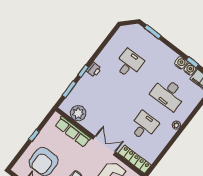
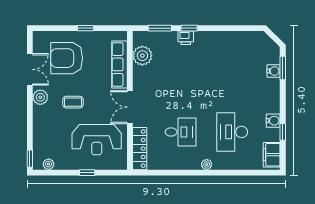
desk: (129, 64) -> (232, 69), removed
water cooler: (190, 69) -> (274, 71), moved
printer: (94, 70) -> (186, 38), moved
double door: (104, 146) -> (130, 107), swing flipped

